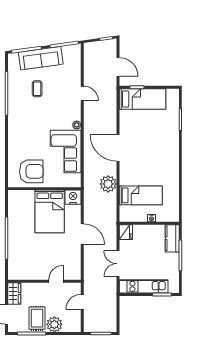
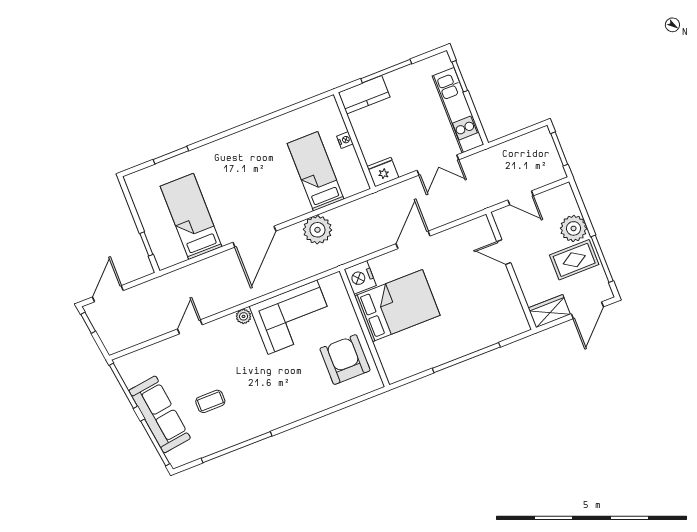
door: (118, 67) -> (108, 294), moved
bed: (142, 99) -> (191, 216), moved

